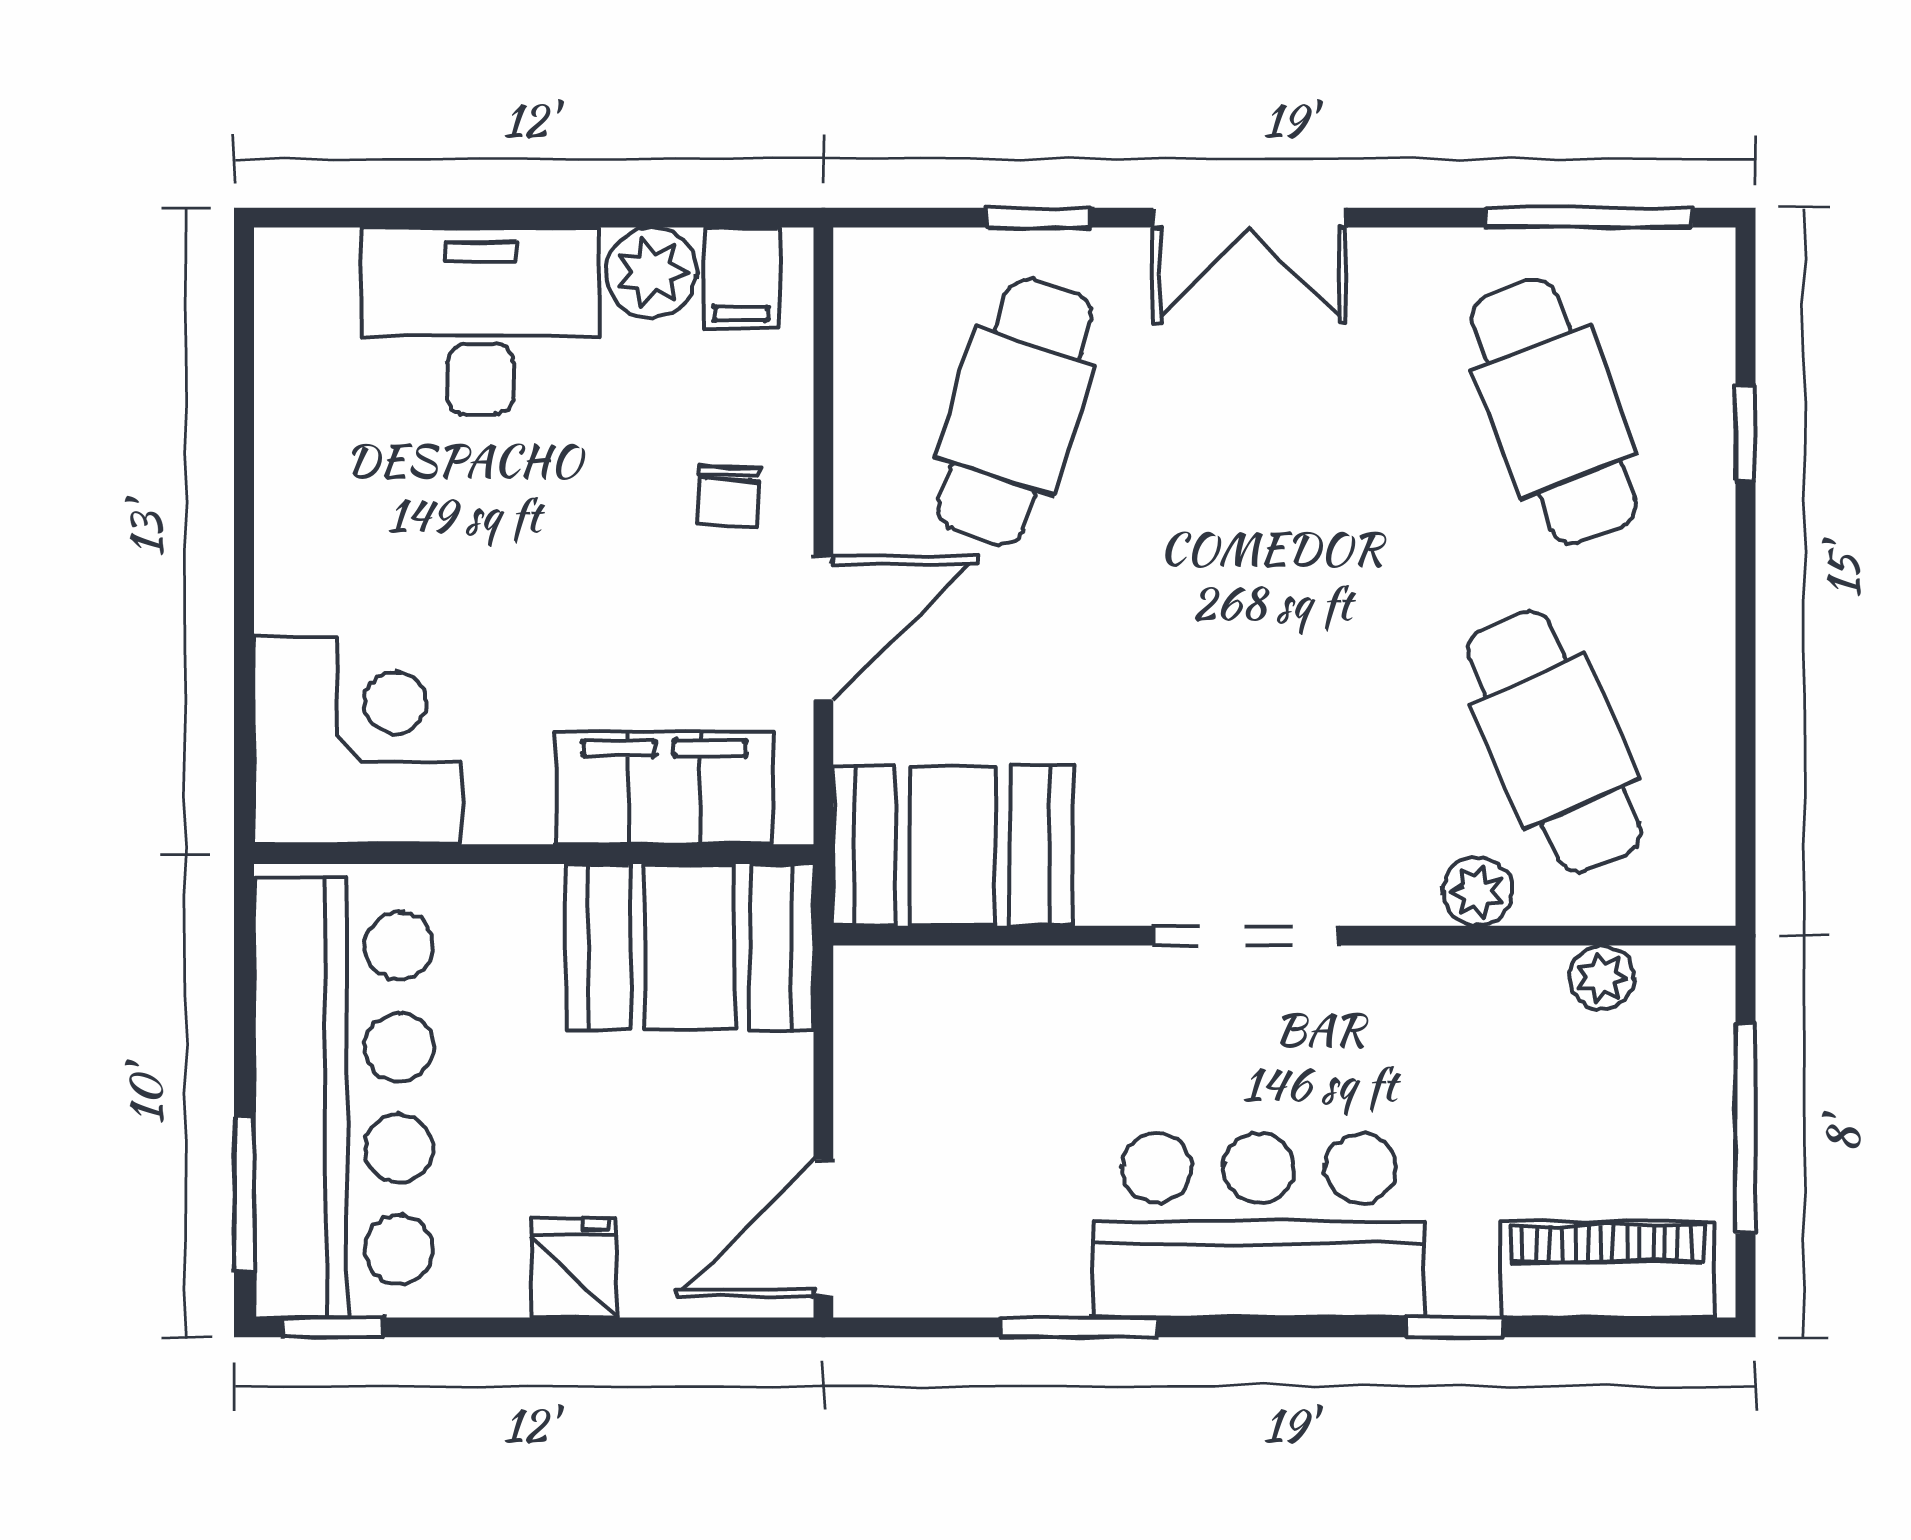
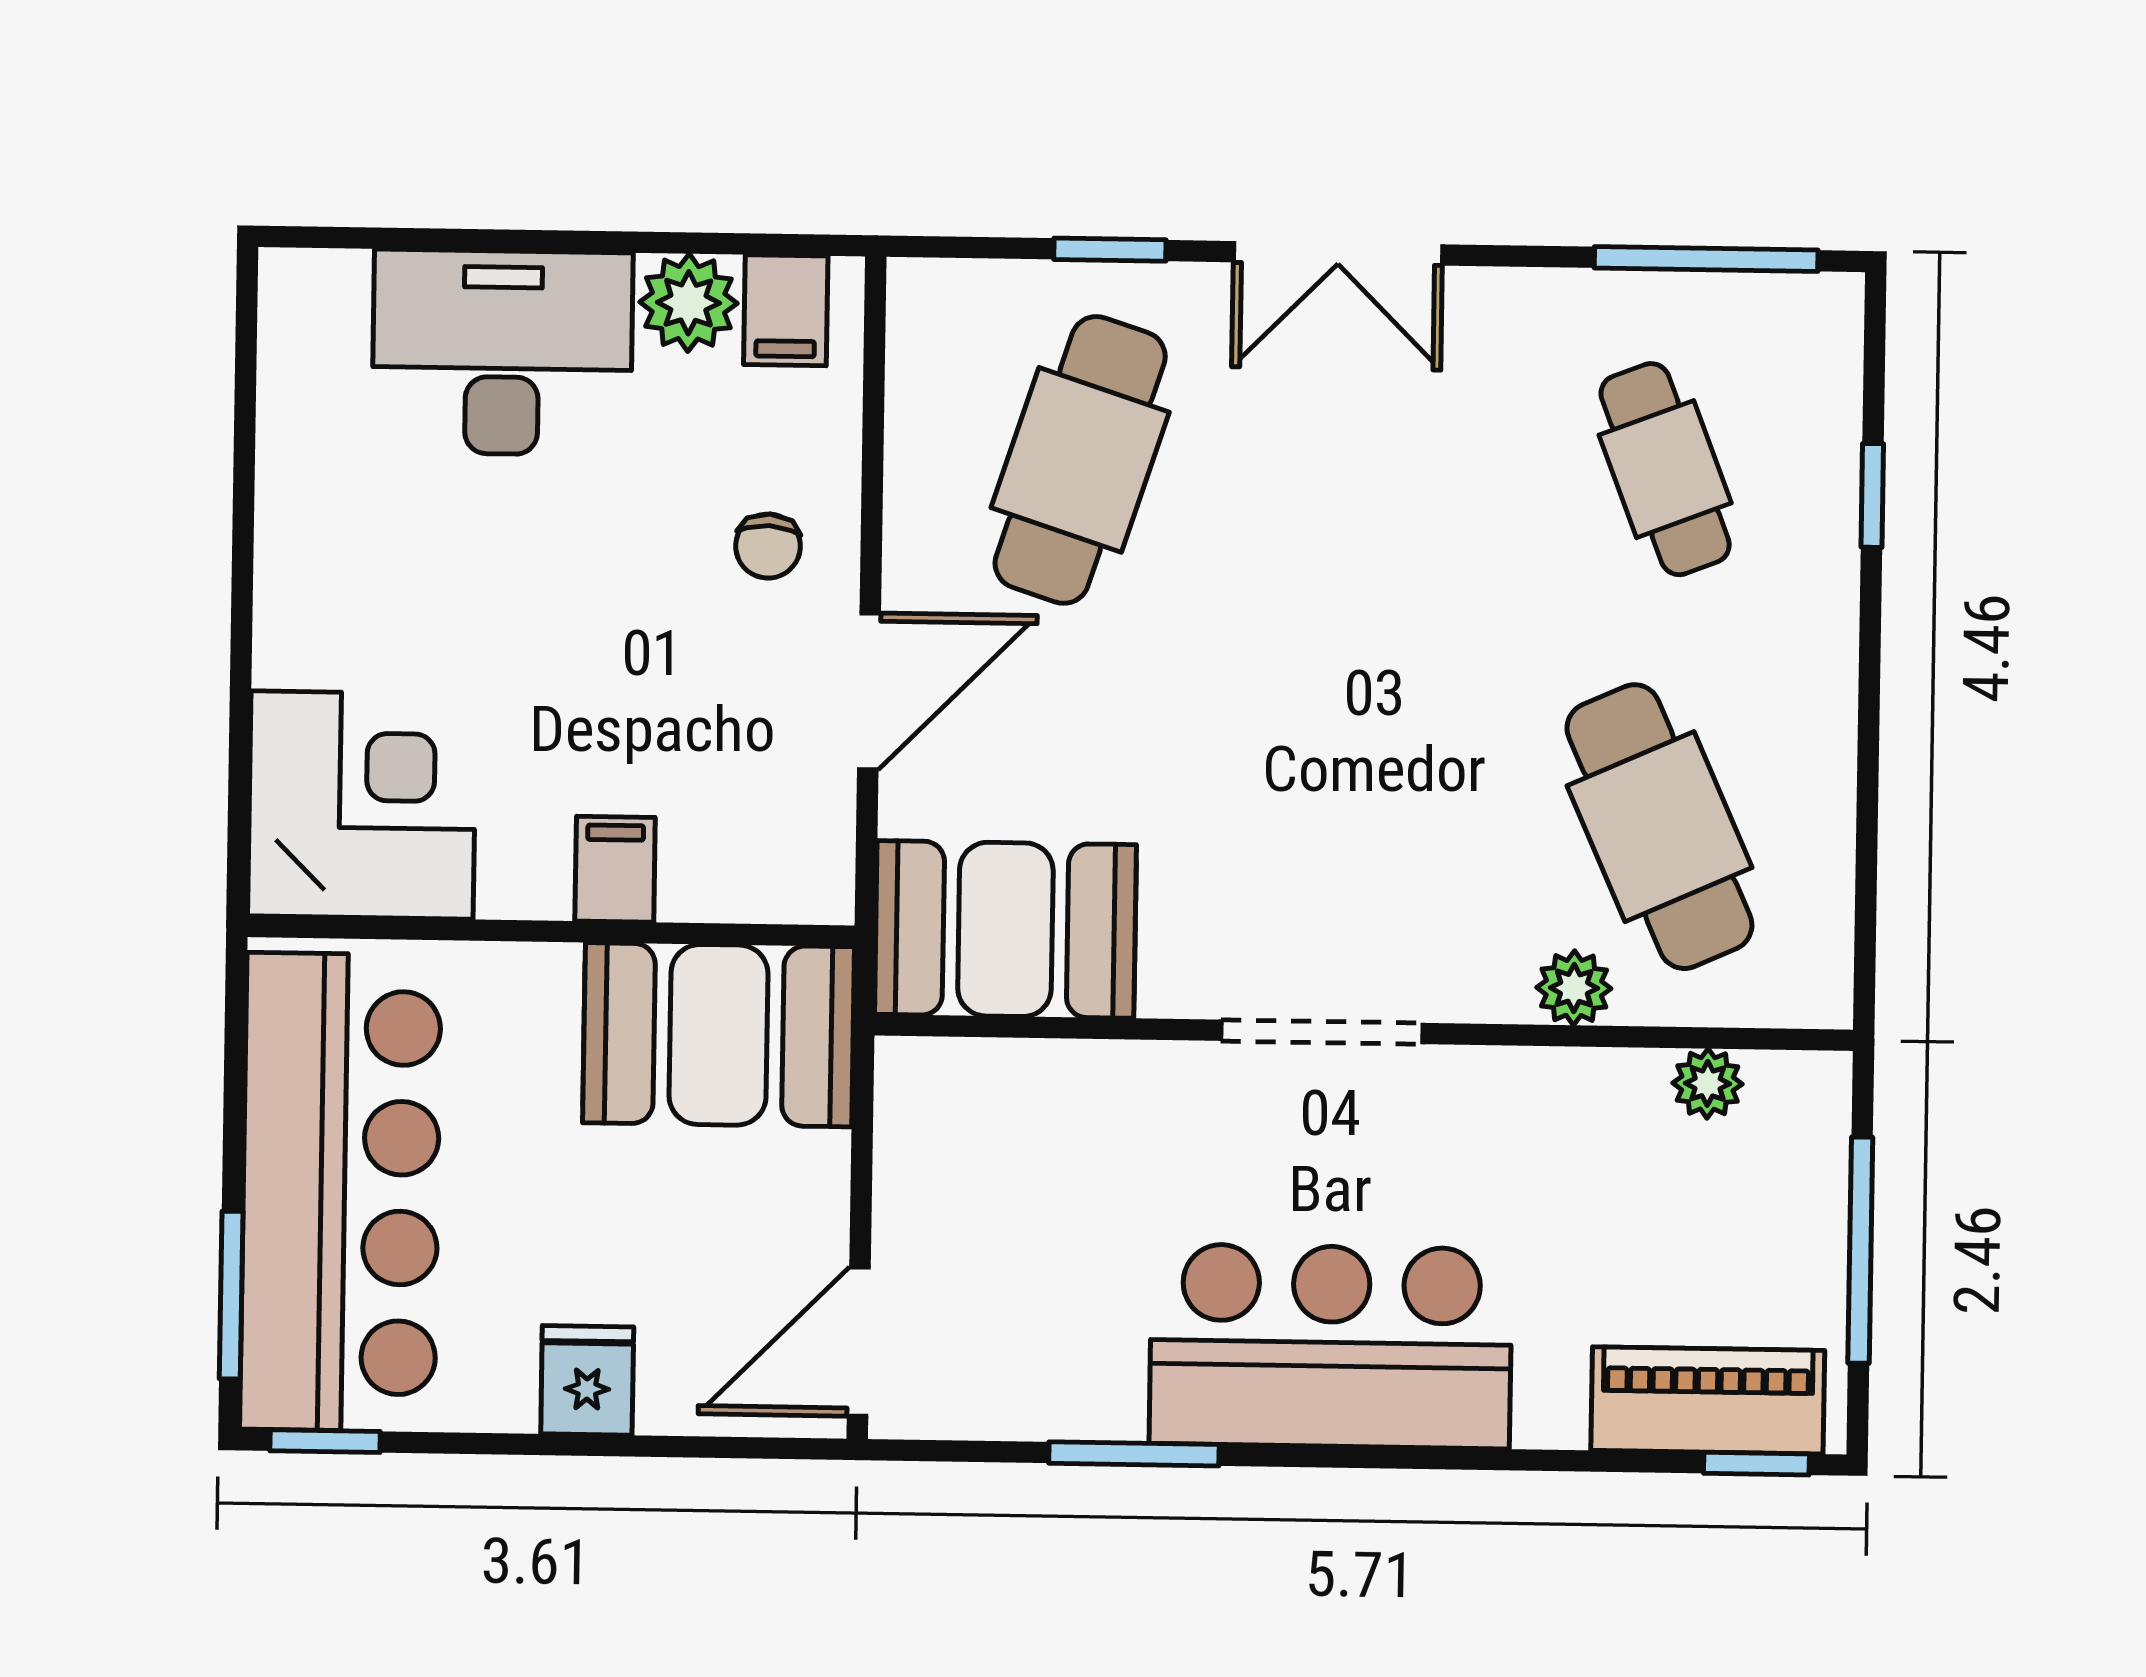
cafe table: (1554, 412) -> (1665, 469), width x0.73, depth x0.74
filing cabinet: (664, 788) -> (615, 869), width x0.33, depth x0.86
window: (1455, 1327) -> (1756, 1464), moved

